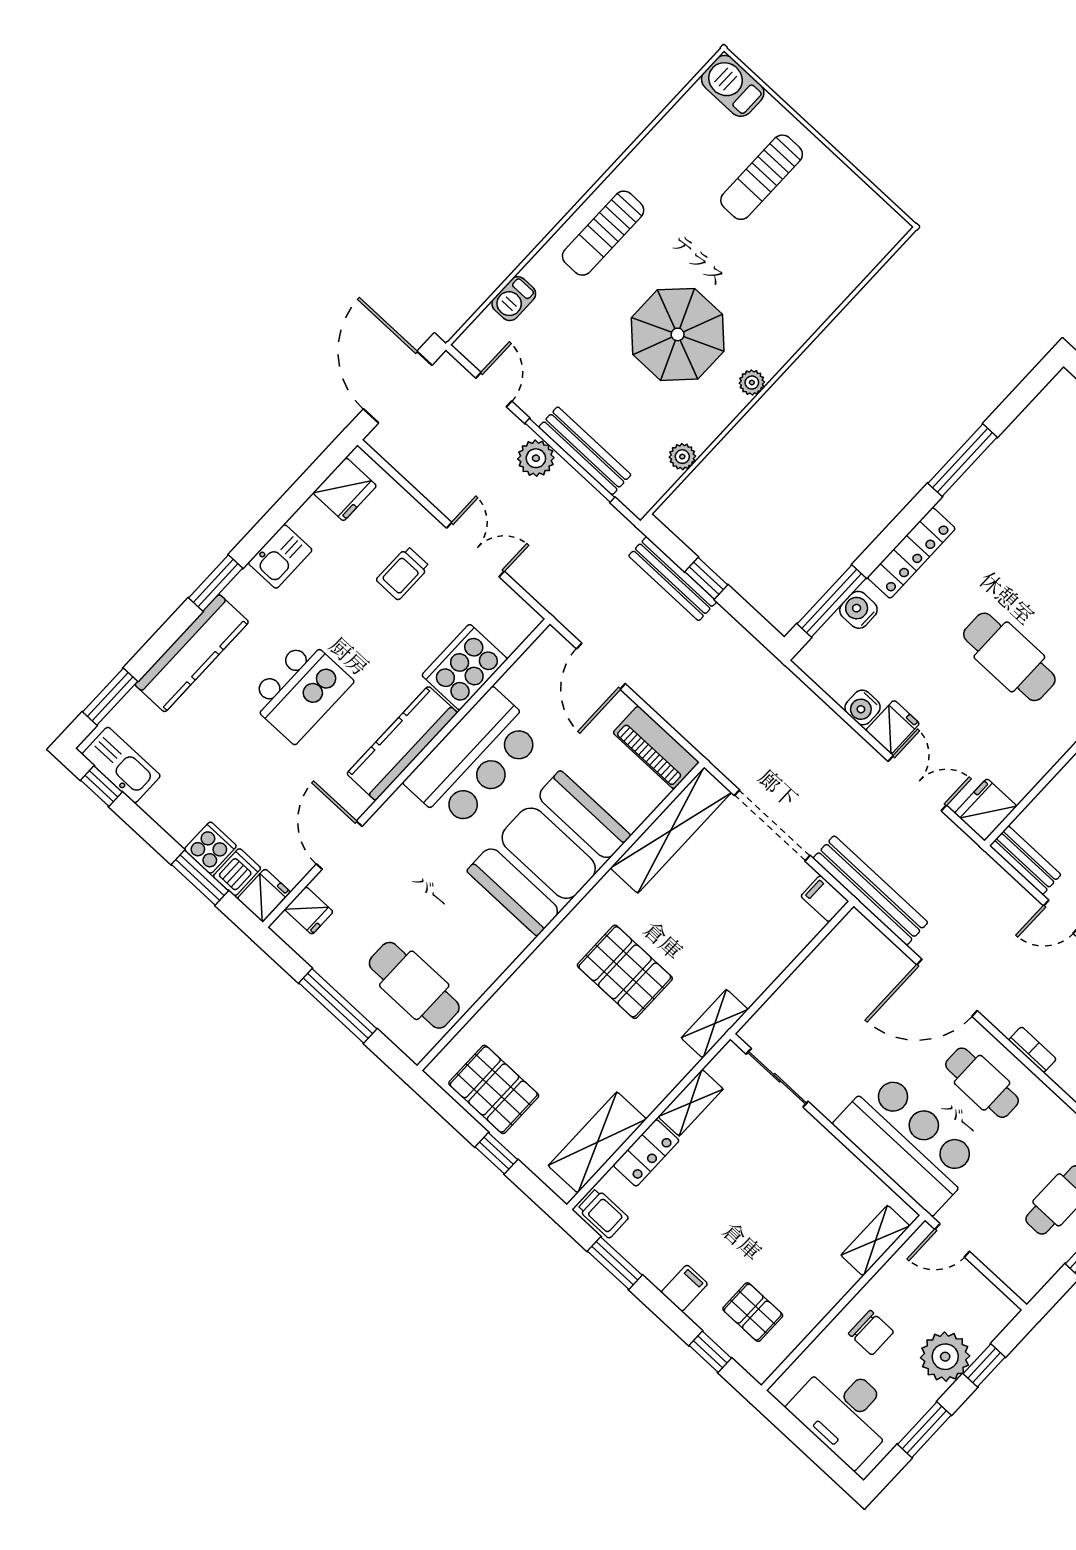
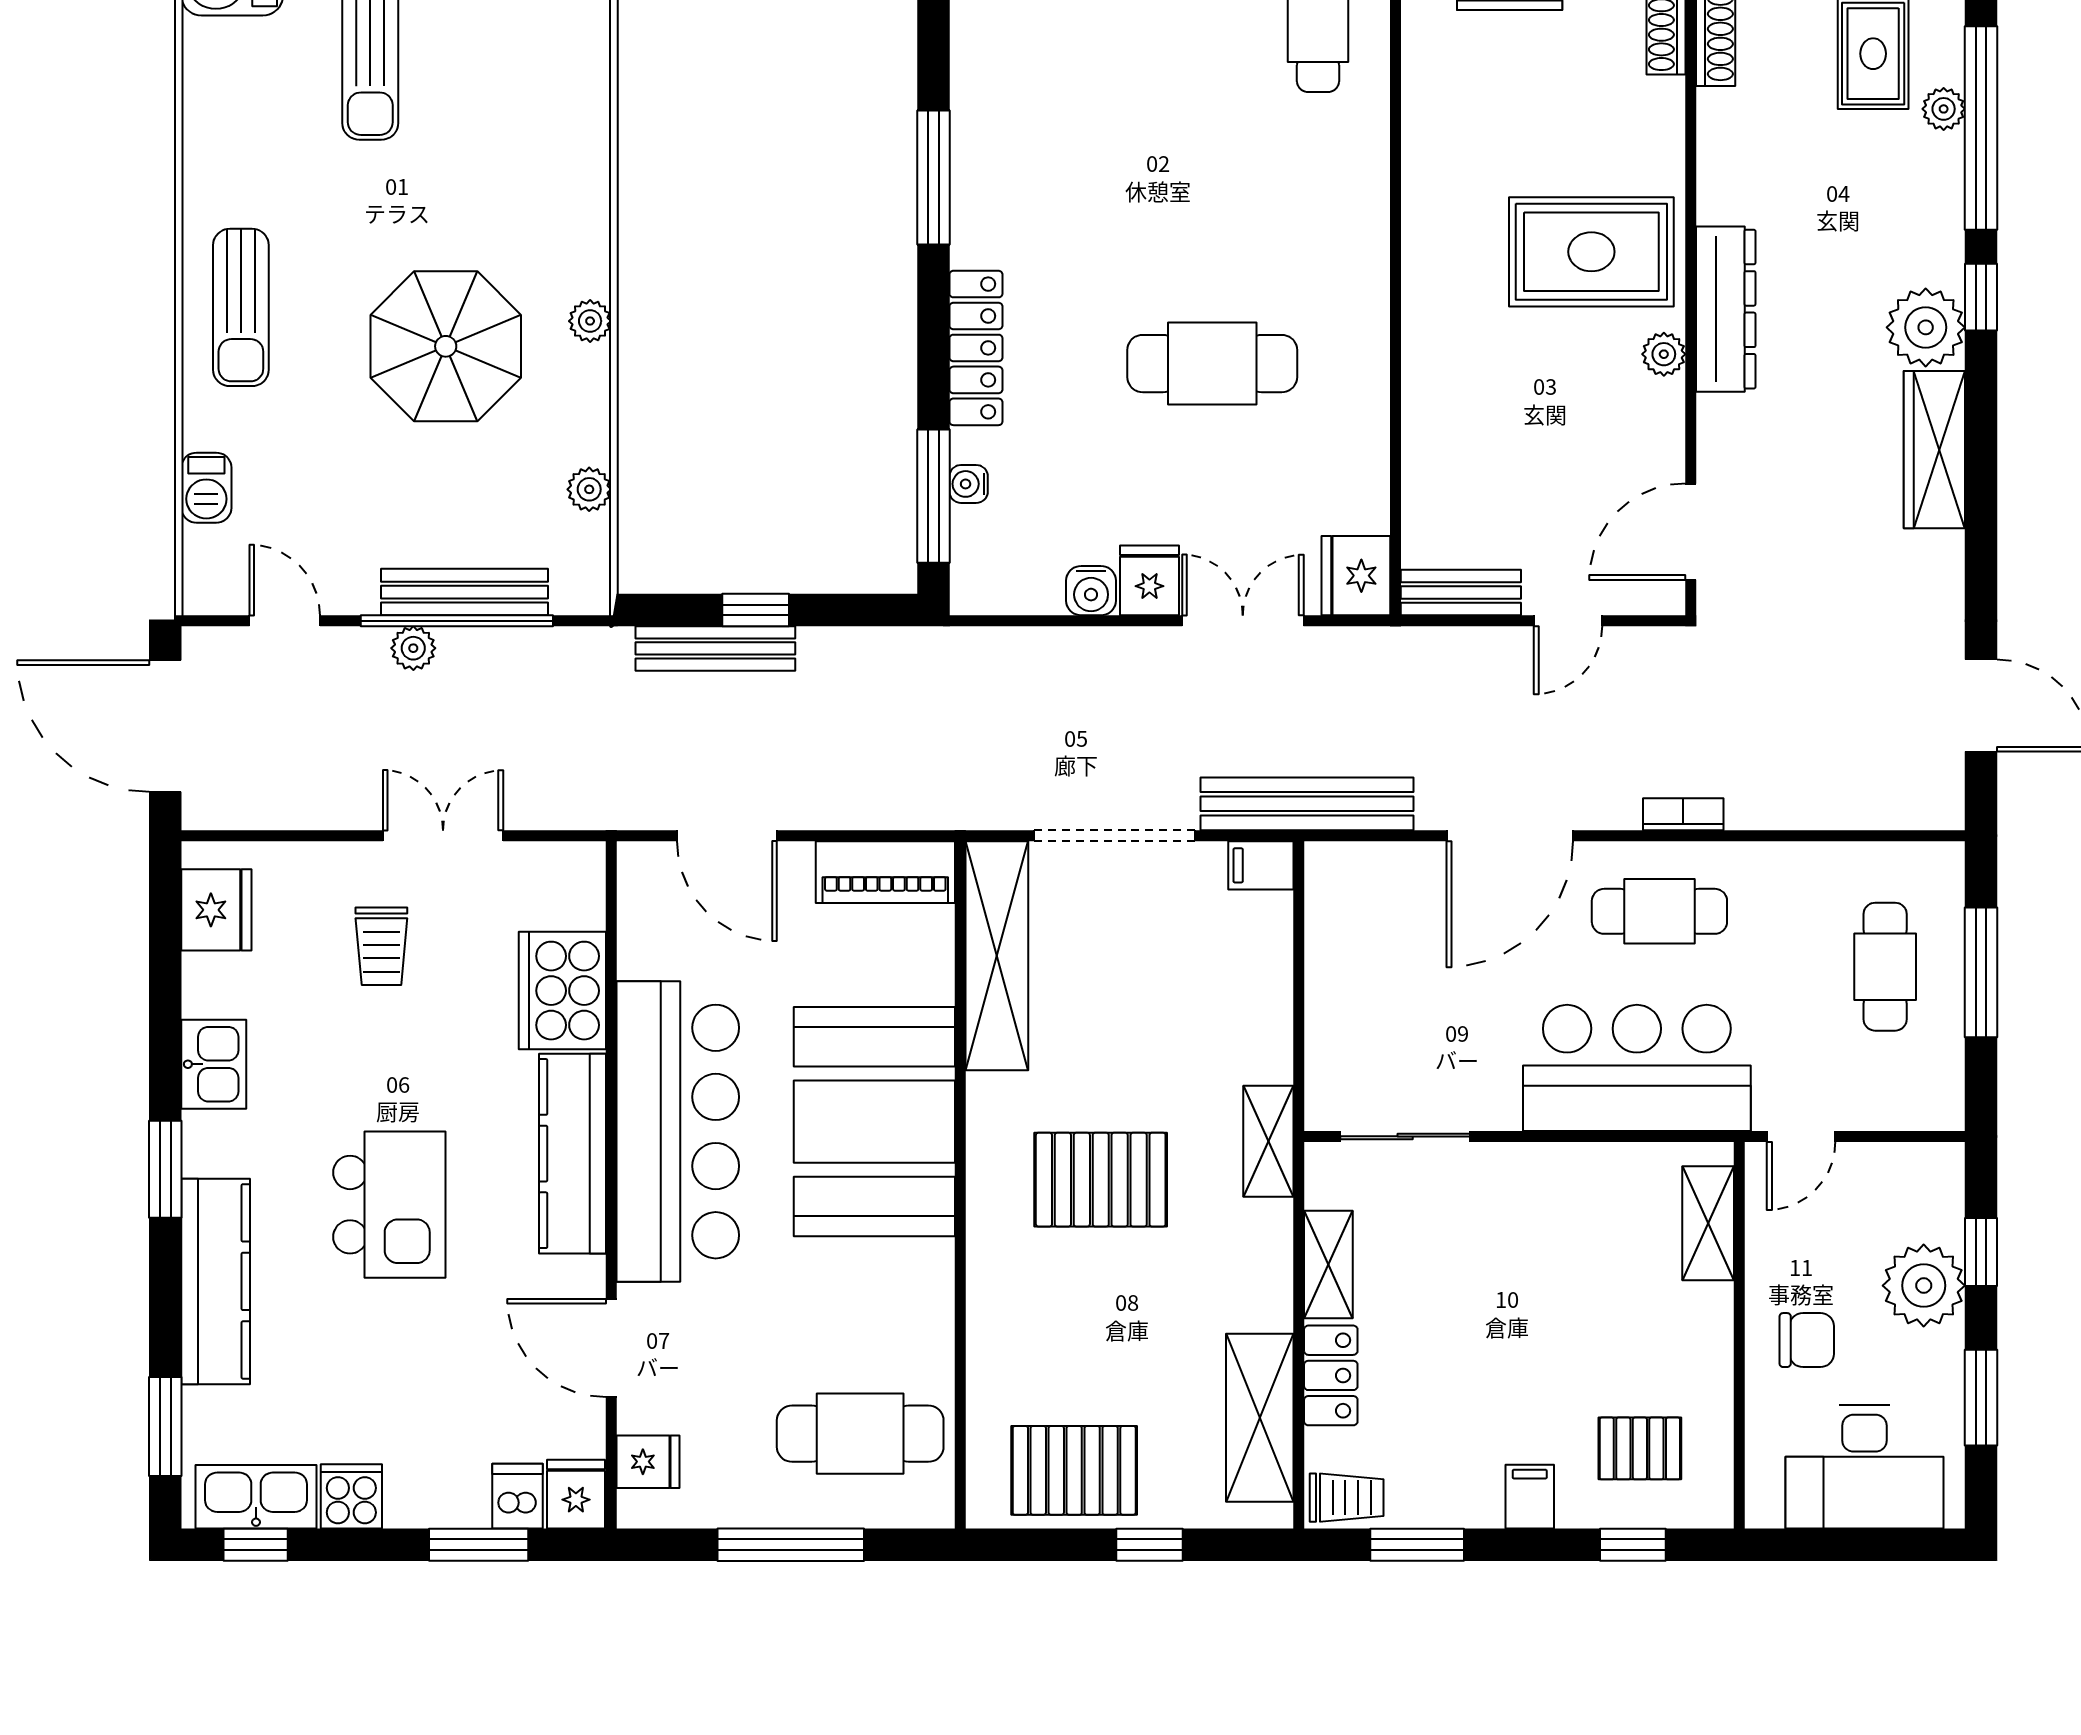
plant: (536, 458) -> (413, 648), width x0.73, depth x0.73
water cooler: (858, 610) -> (969, 484), width x0.72, depth x0.72
bar counter: (474, 759) -> (678, 1132), width x1.36
cooker: (210, 848) -> (351, 1496), moved

